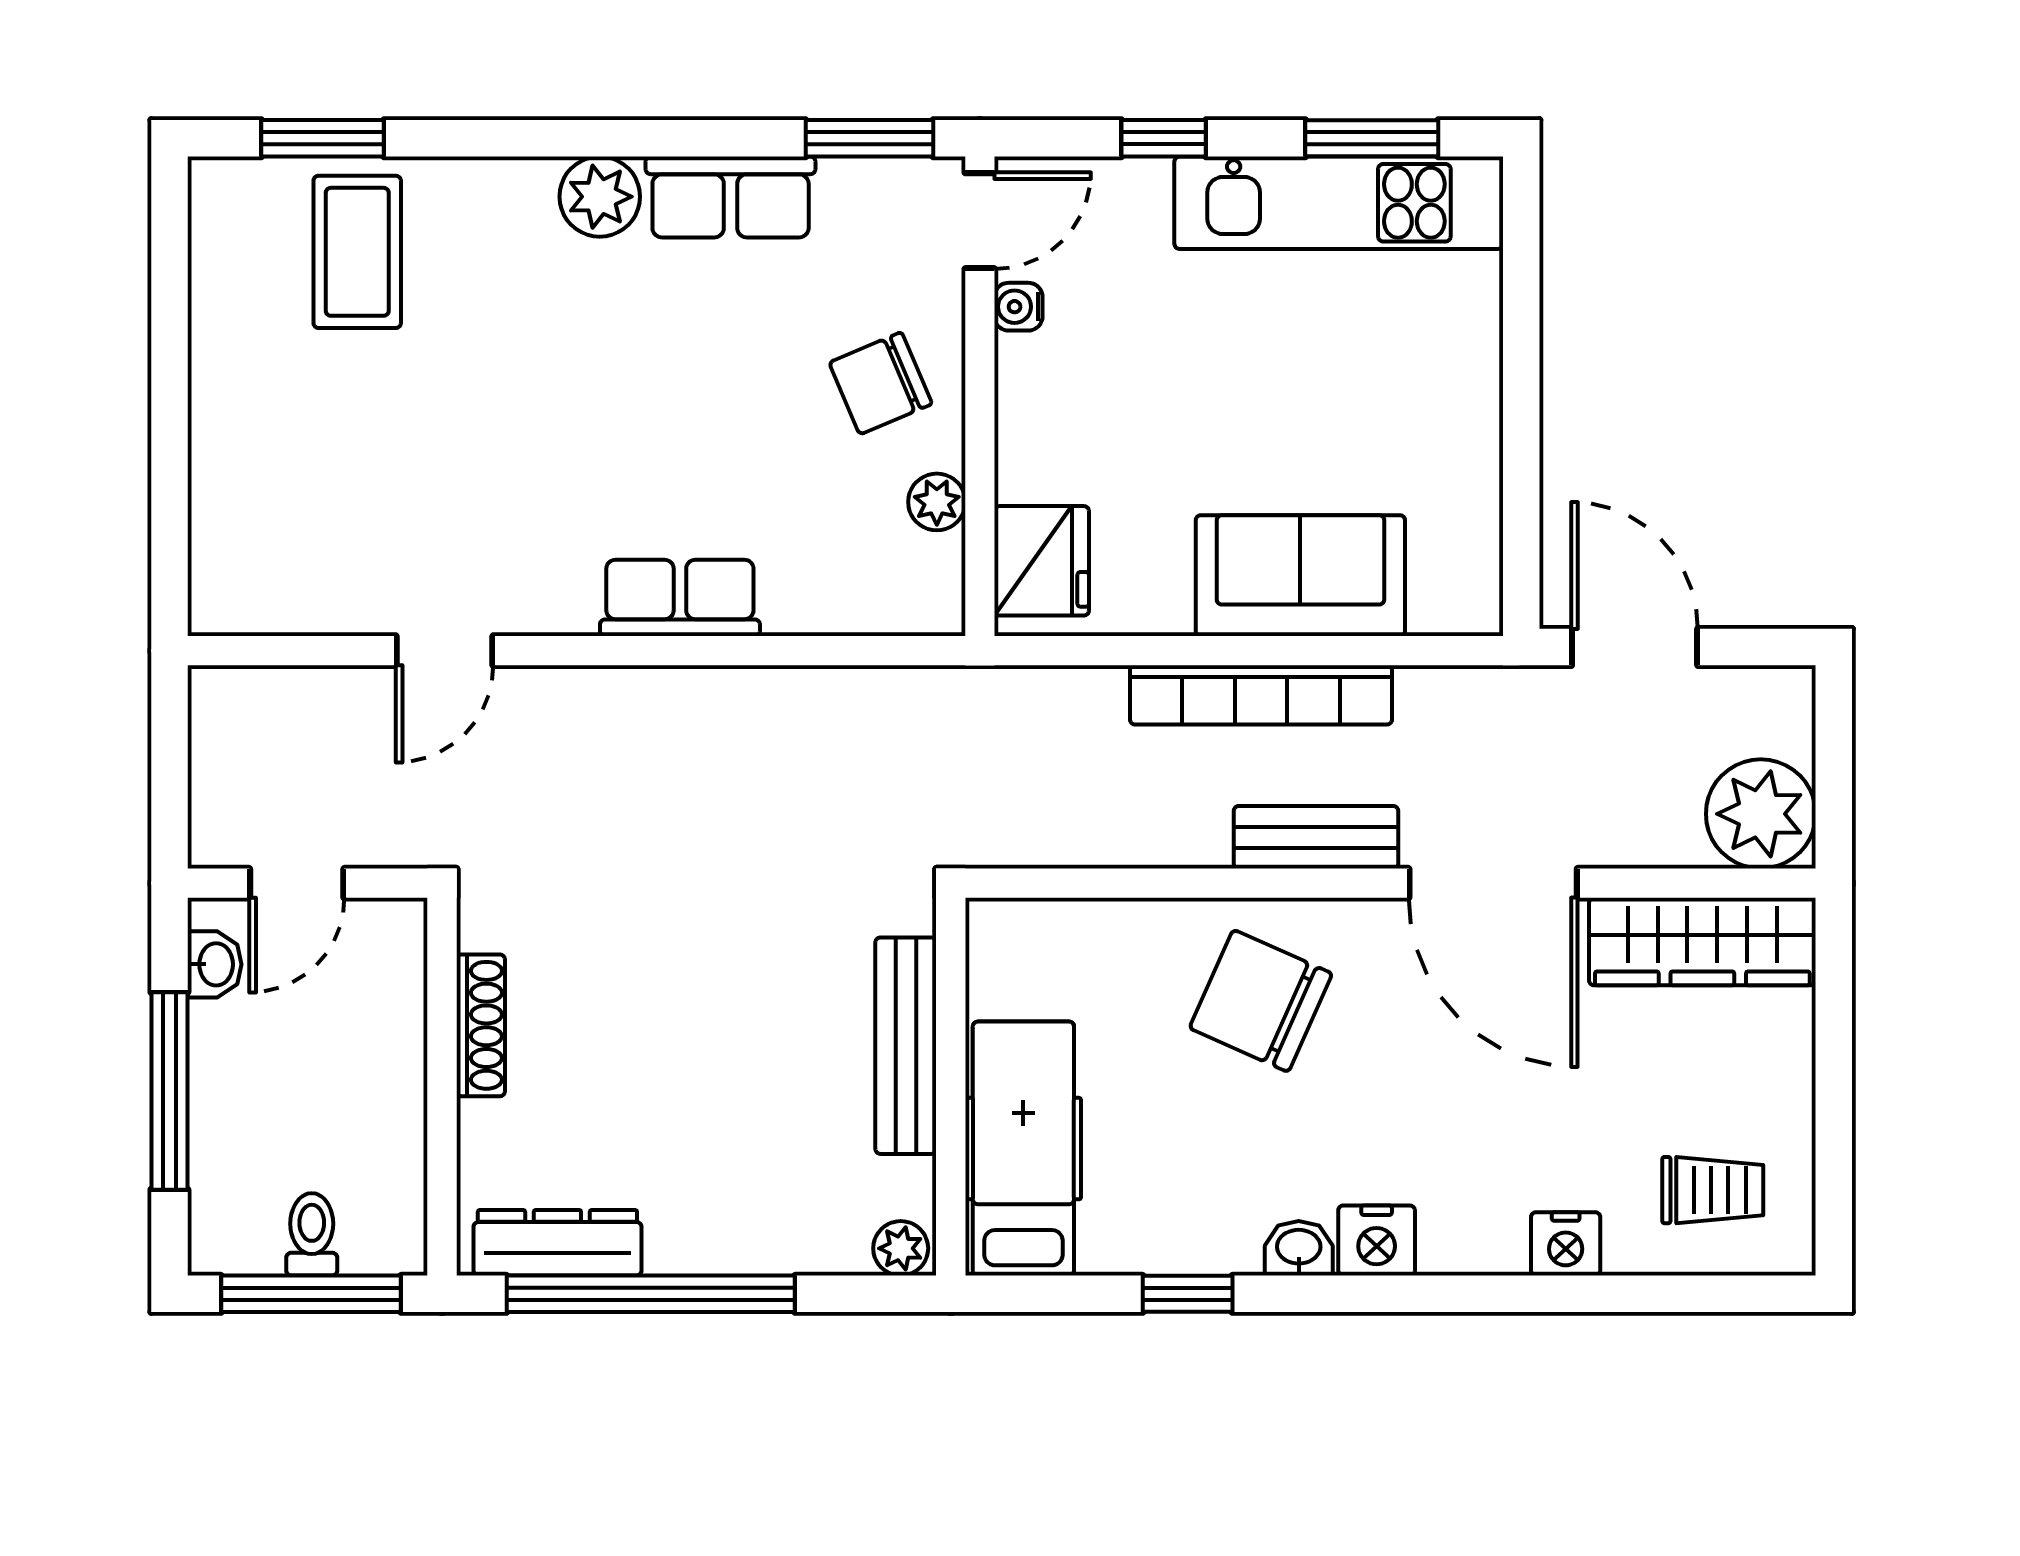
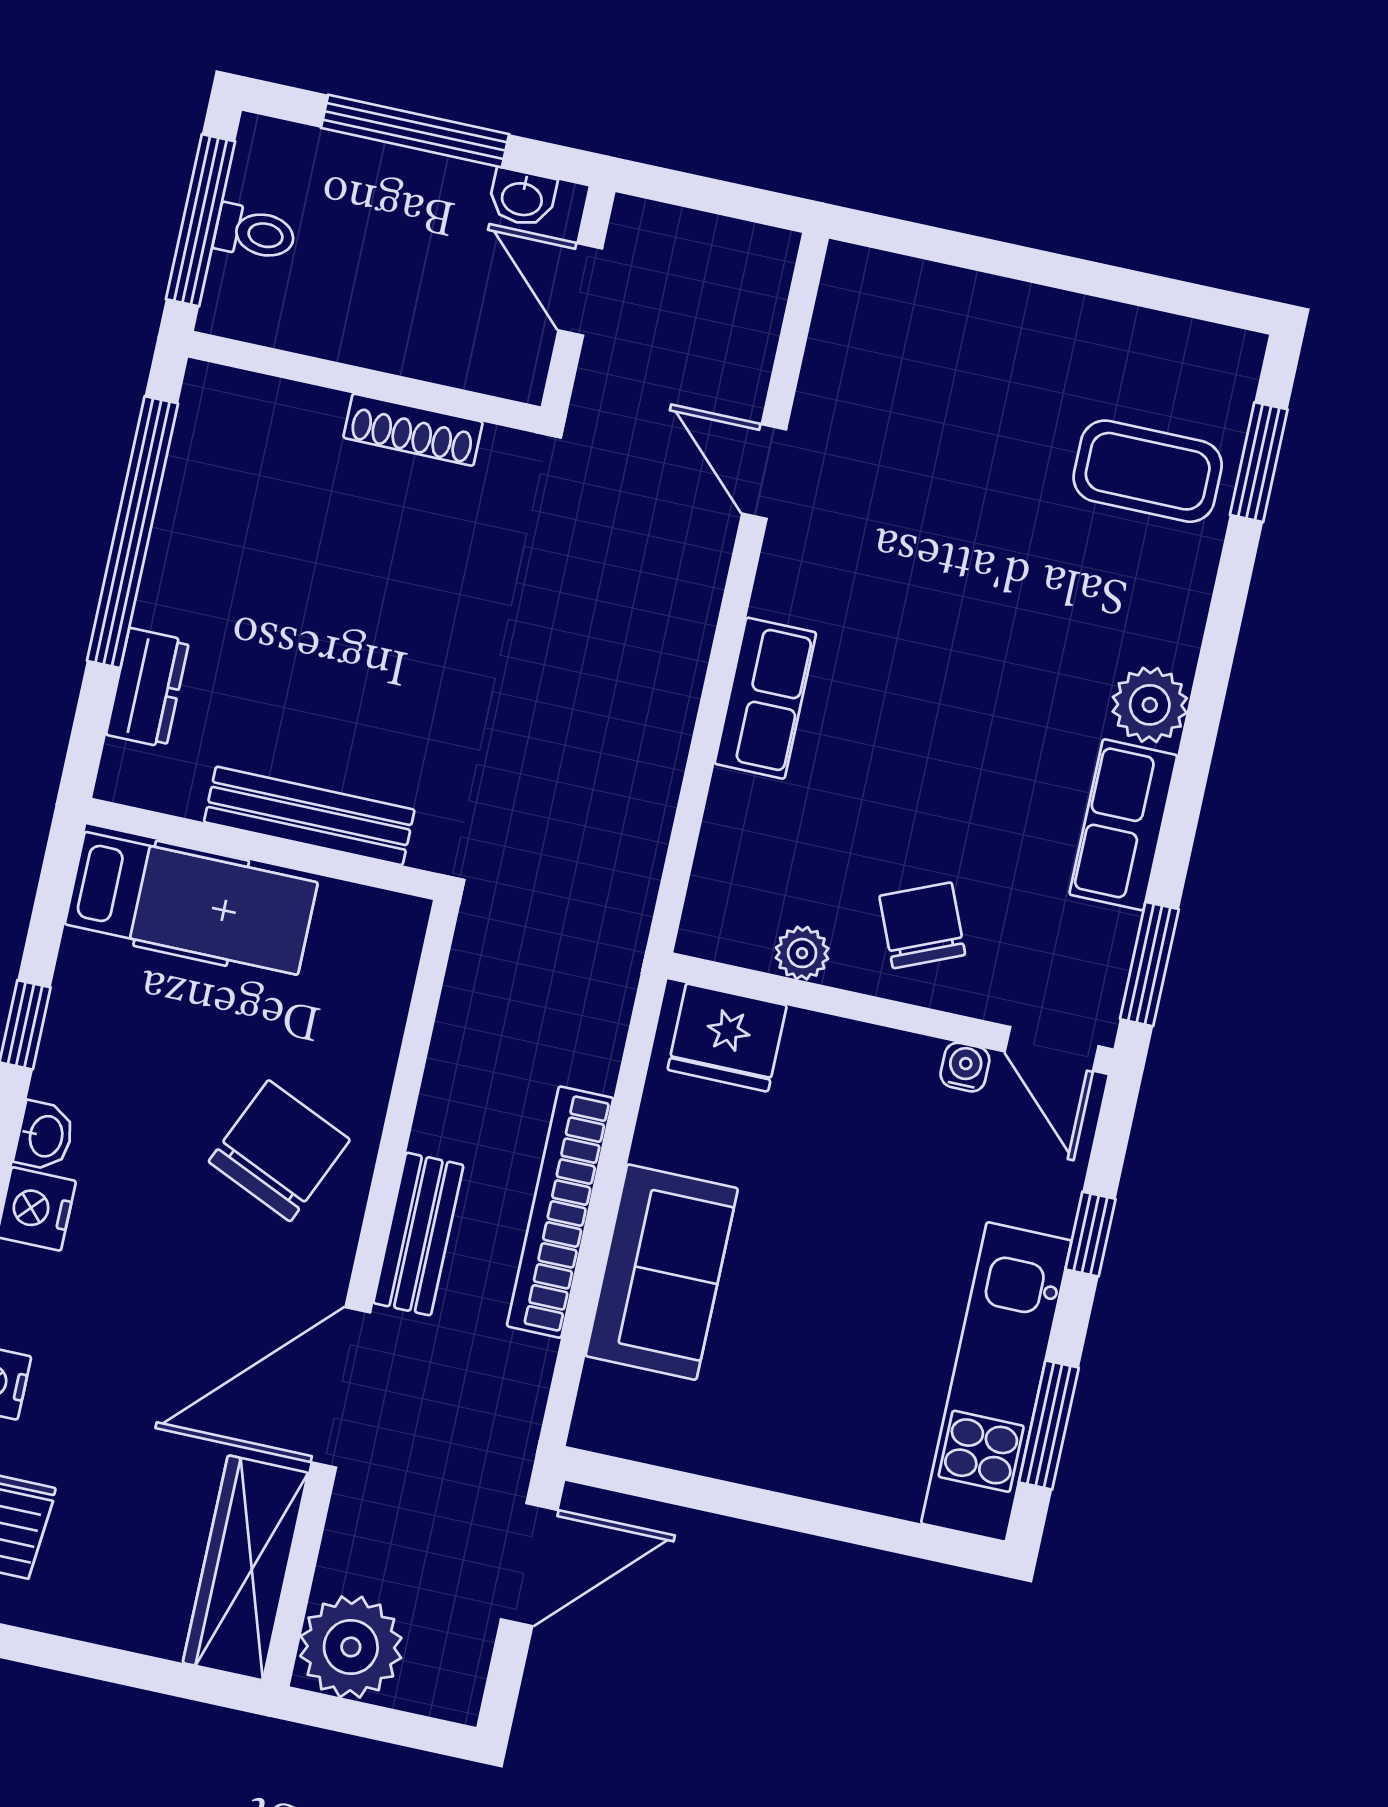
dresser: (557, 1243) -> (148, 688), moved, width x0.70
plant: (901, 1248) -> (124, 771), removed

